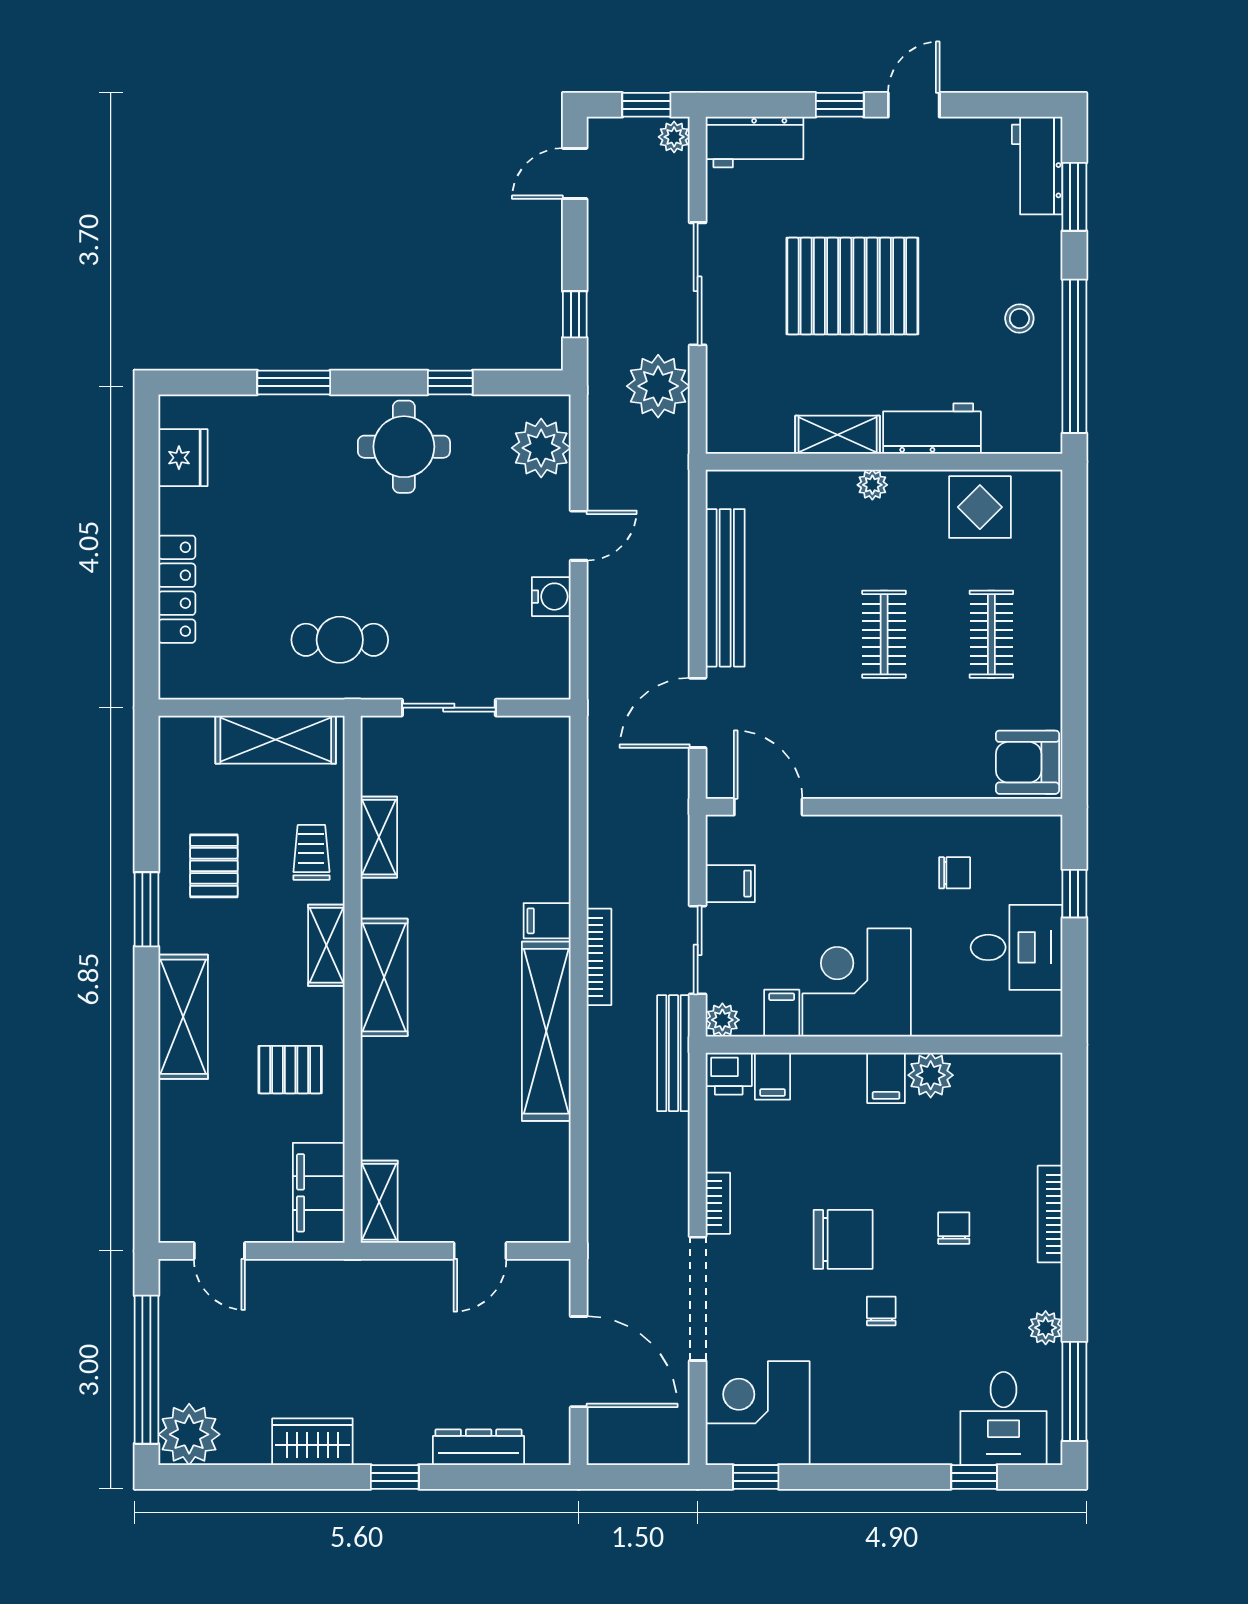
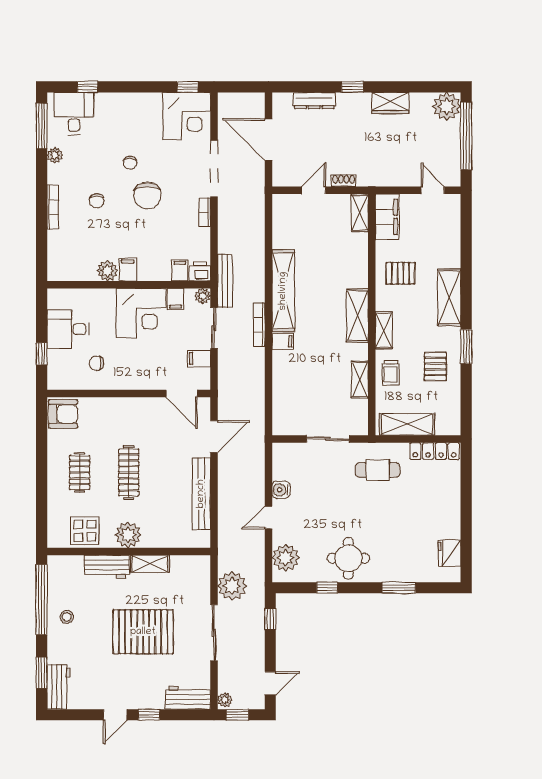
plant: (872, 485) -> (128, 535), width x1.87, depth x1.87
locker: (177, 589) -> (435, 451), moved, turned -90
clothes rail: (884, 634) -> (129, 472), width x1.36
chair: (843, 1239) -> (147, 196), turned -90
shoe rack: (414, 1272) -> (344, 181), added

